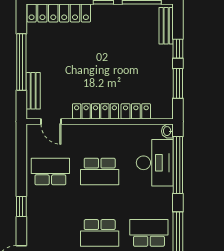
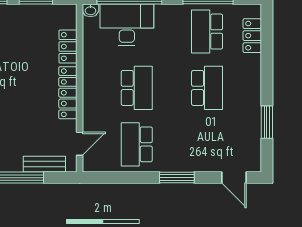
window: (21, 206) -> (177, 178), width x1.50

